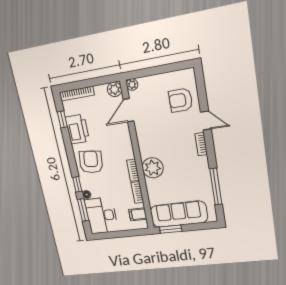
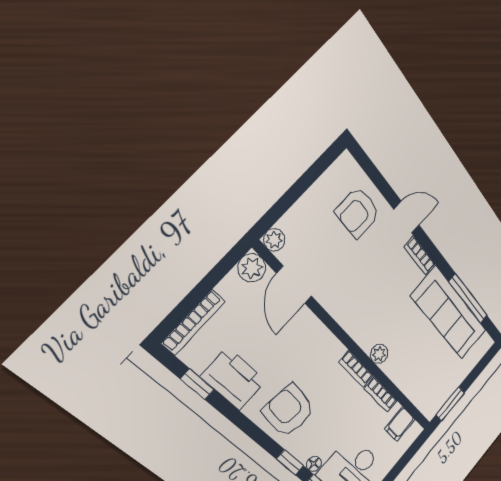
plant: (153, 168) -> (379, 354), width x0.53, depth x0.53
sofa: (179, 214) -> (449, 314), moved, turned -90

